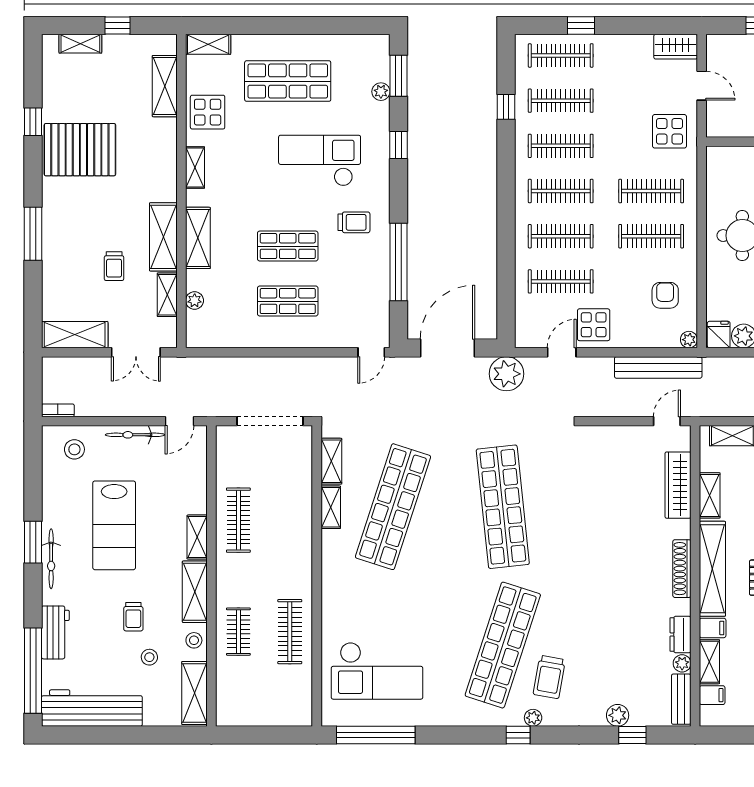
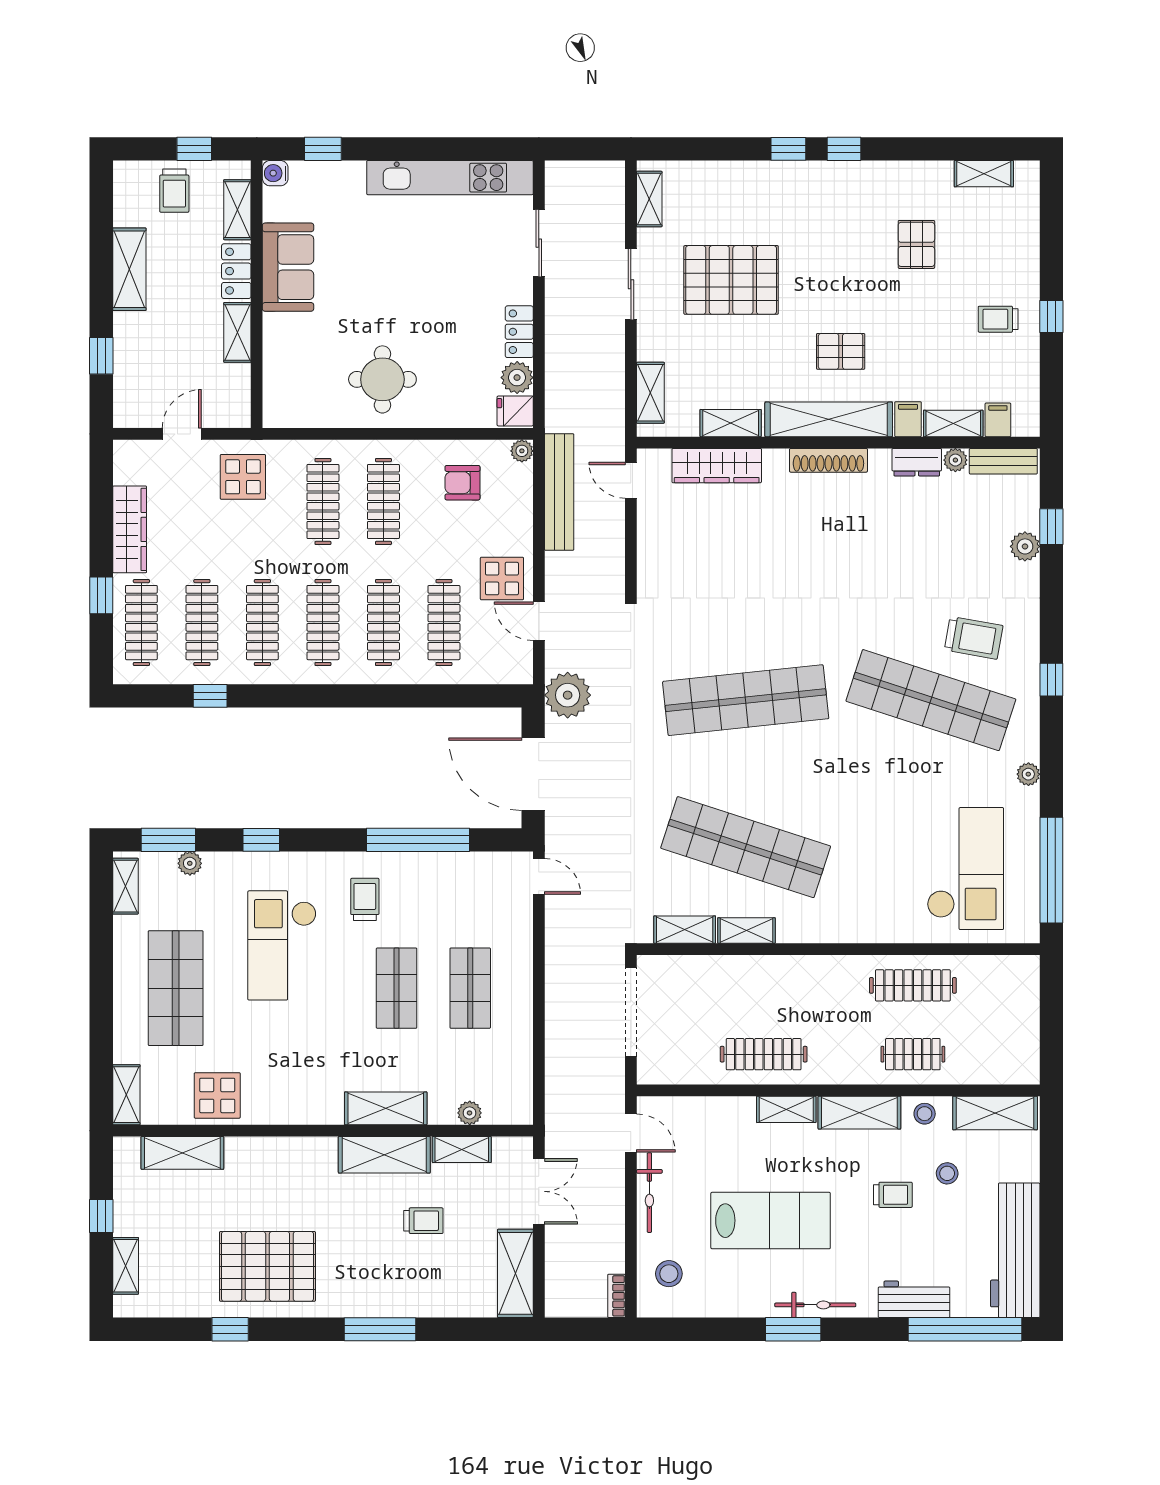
wardrobe: (676, 47) -> (130, 529), moved, width x1.50
pallet: (80, 150) -> (267, 1266), turned 90
shelving: (195, 167) -> (125, 886), moved, turned 90
plant: (533, 718) -> (1028, 774), moved

